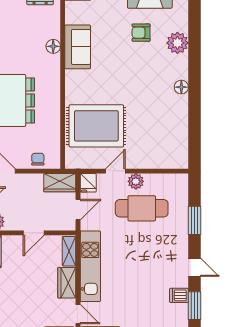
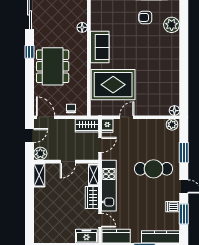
sofa: (78, 47) -> (100, 47), moved
floor lamp: (181, 87) -> (174, 111), moved
plant: (136, 181) -> (172, 125), moved
cafe table: (142, 208) -> (154, 169), moved

